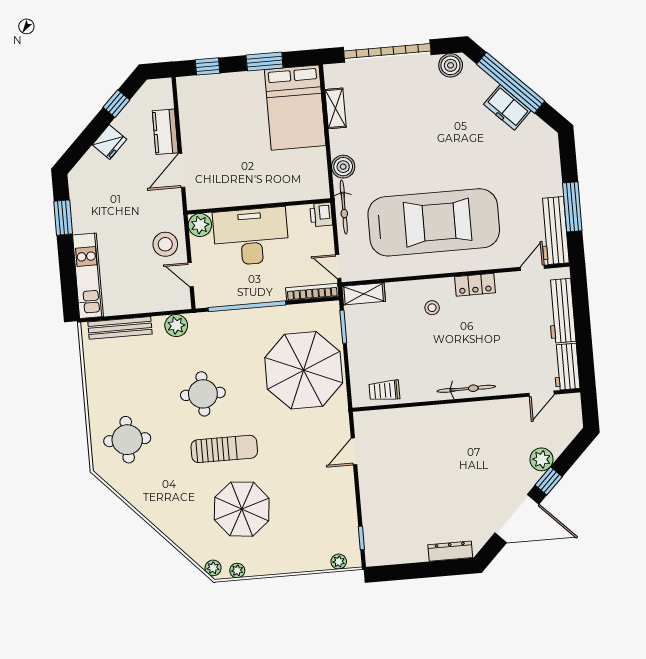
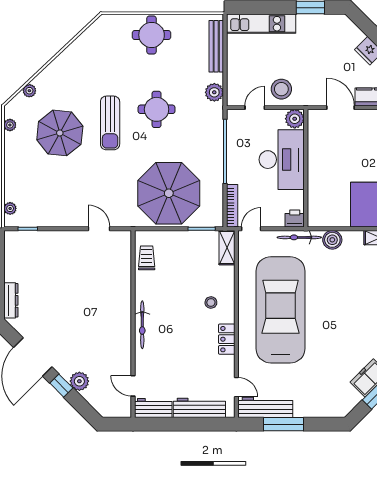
car: (434, 222) -> (280, 310), turned 180
round table: (127, 440) -> (152, 35), moved
plant: (213, 568) -> (29, 91), moved

